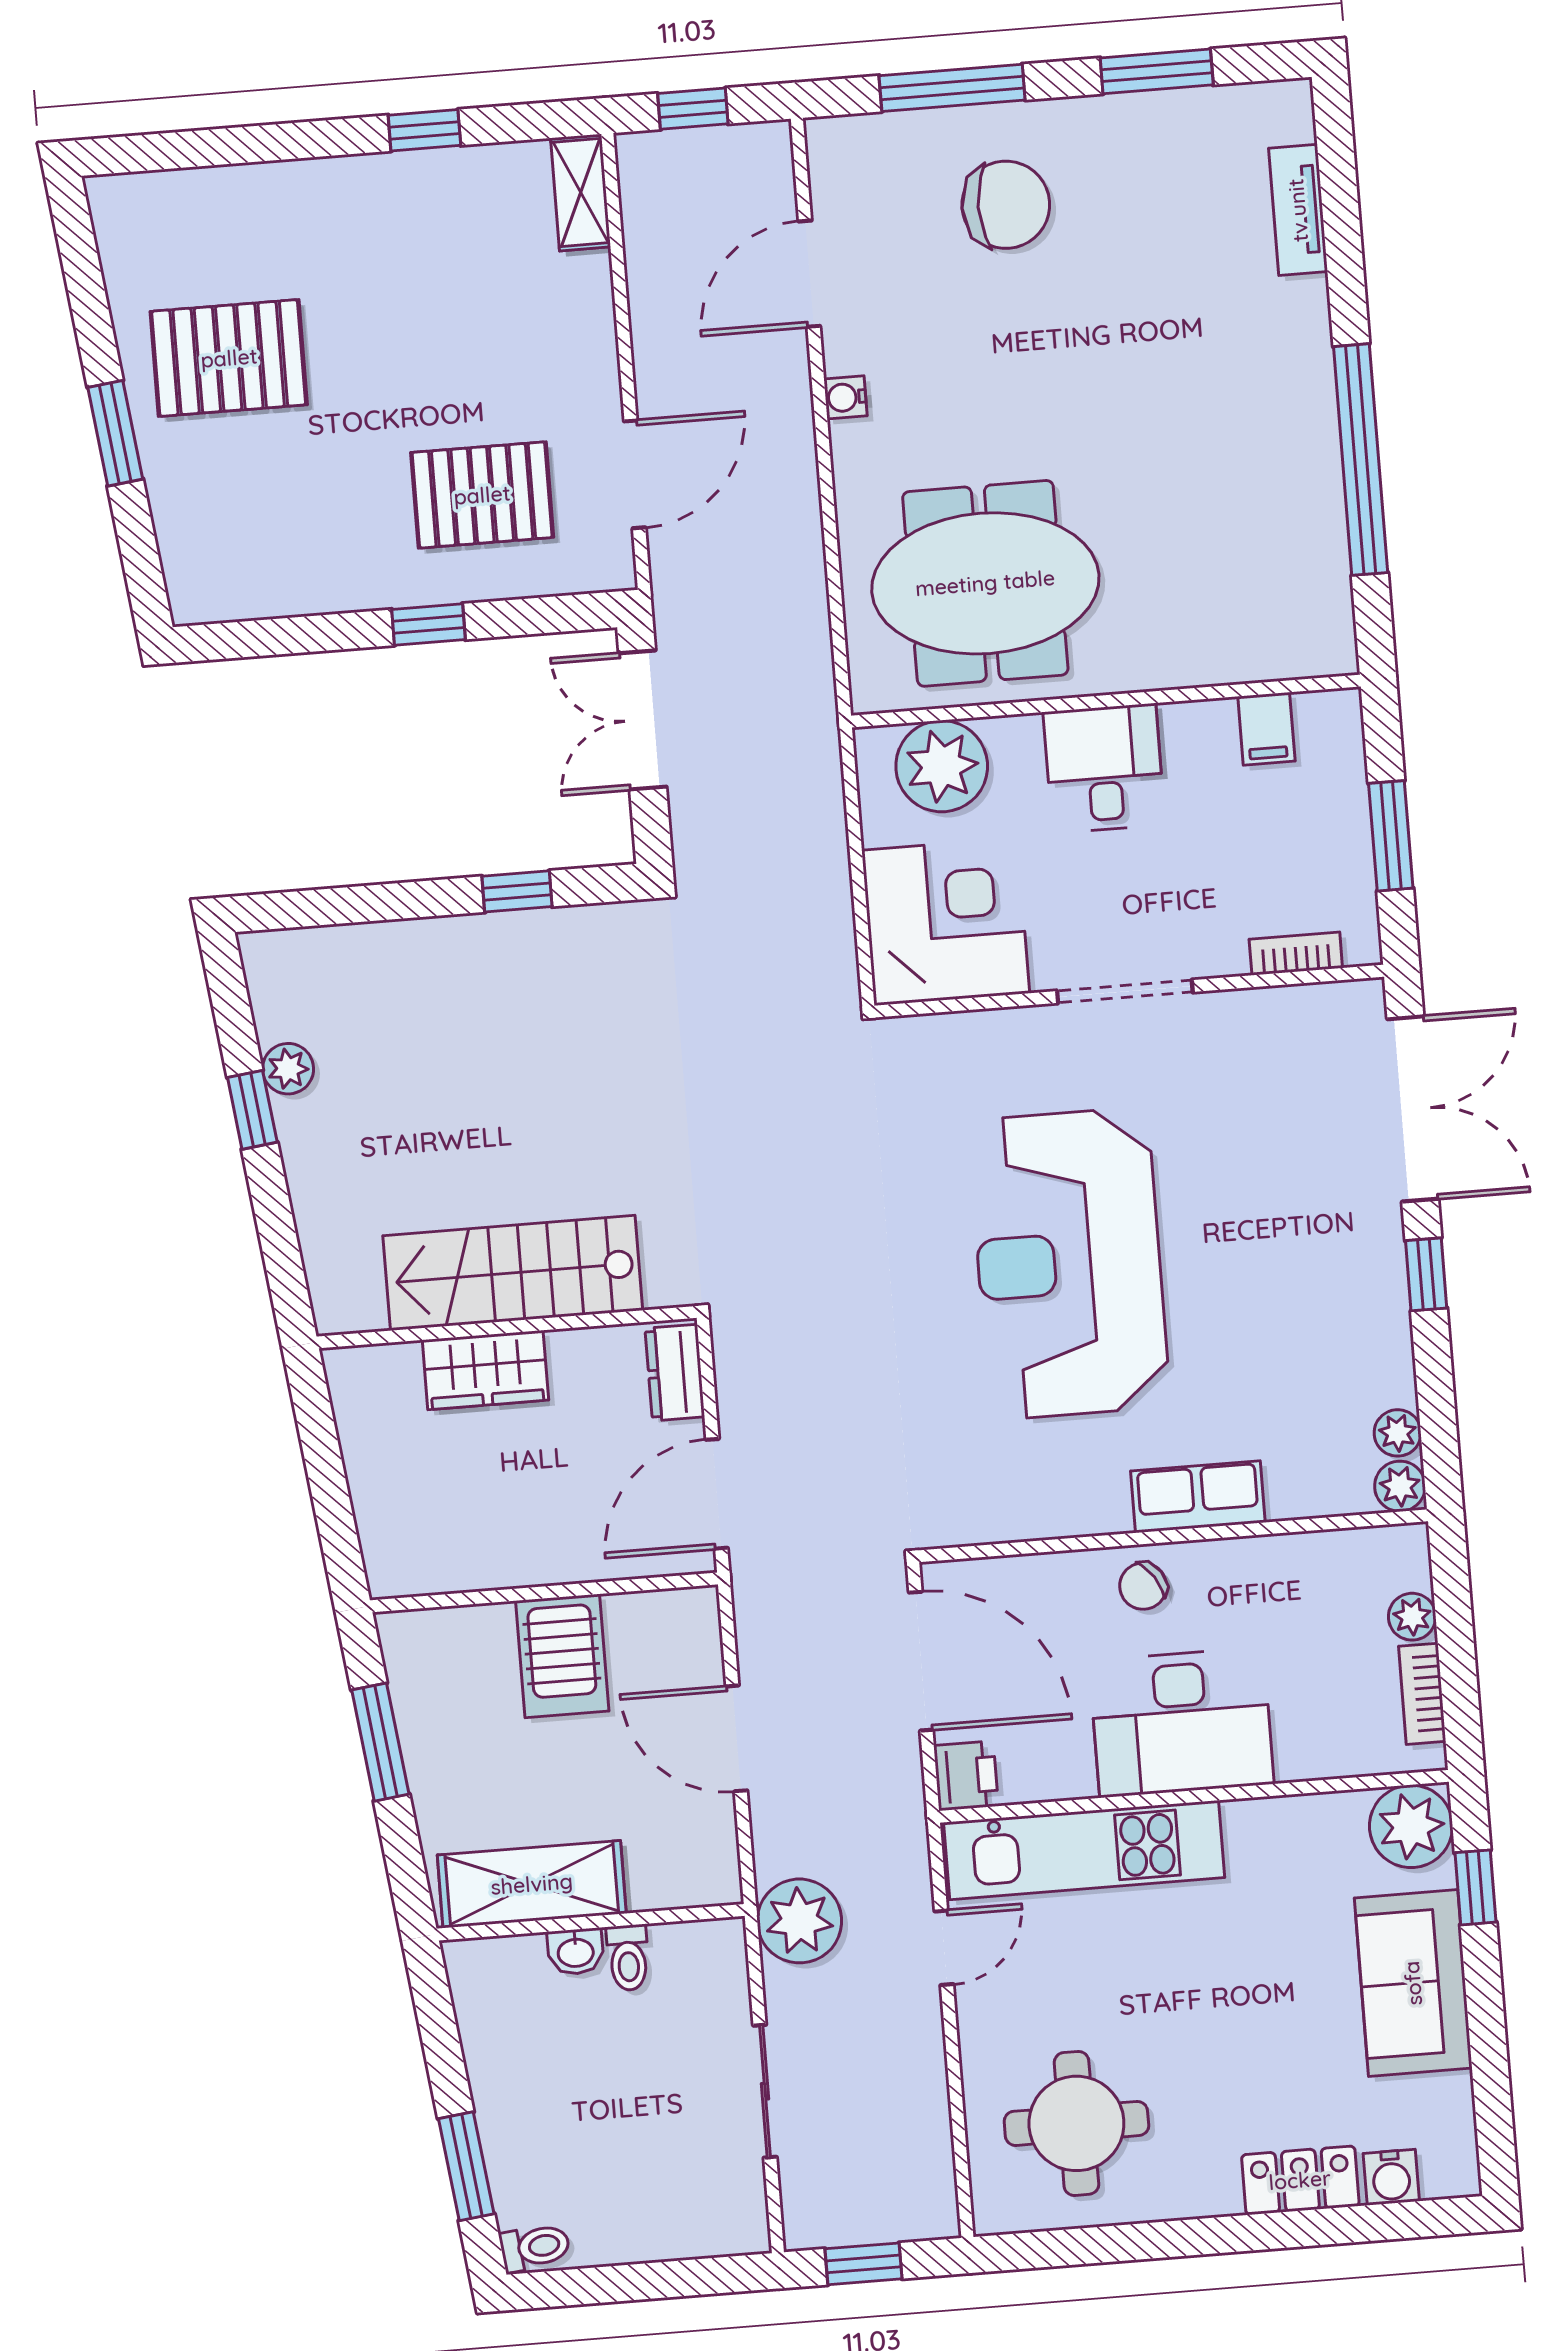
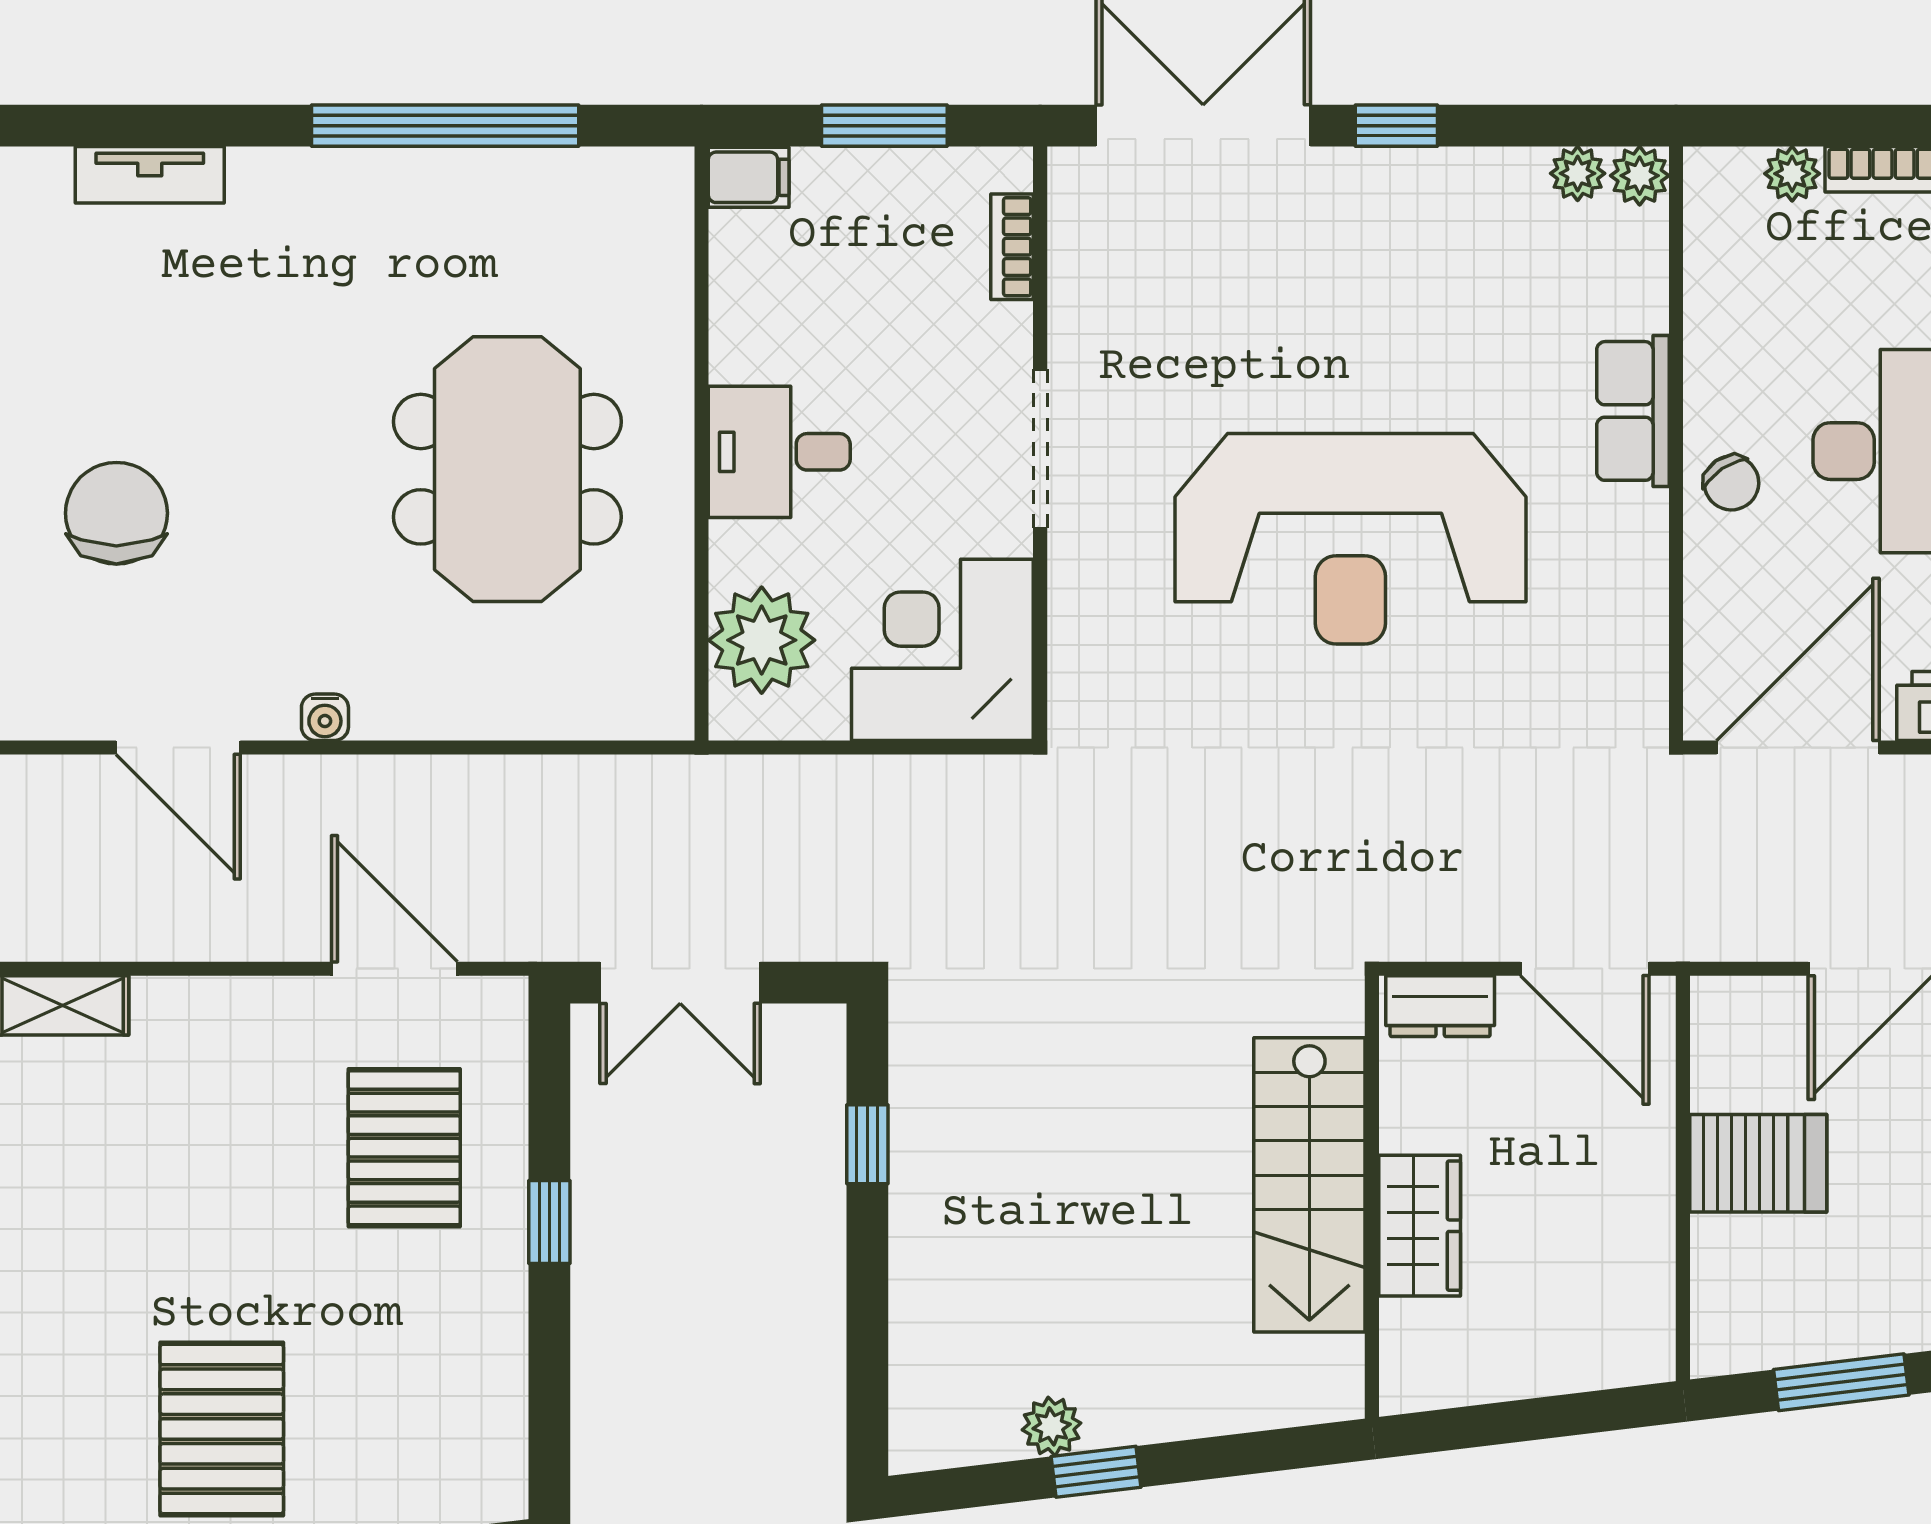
meeting table: (985, 583) -> (507, 469), moved
filing cabinet: (1266, 729) -> (749, 177), moved

